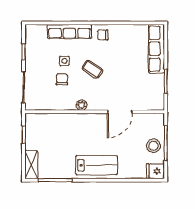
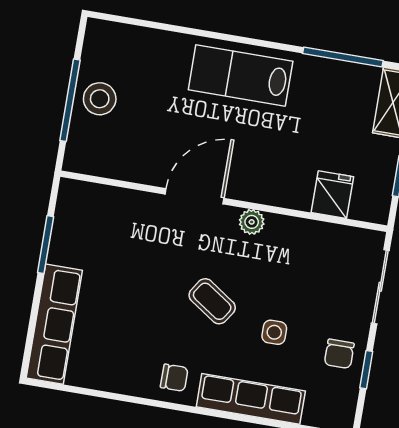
chair: (62, 79) -> (339, 354), moved
door: (120, 112) -> (195, 196), moved
fridge: (155, 171) -> (332, 195), moved, turned -90

